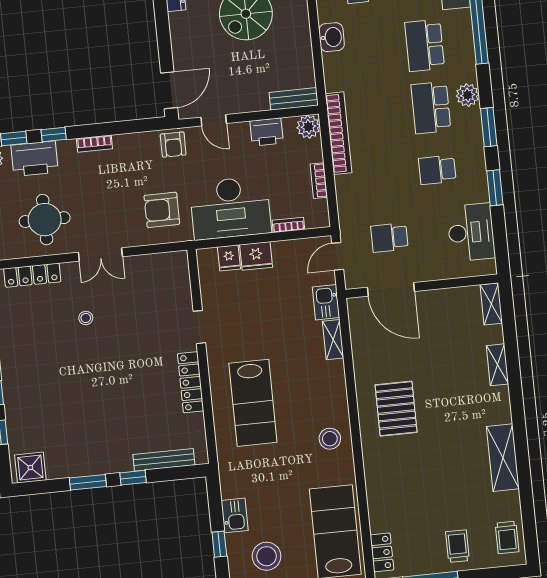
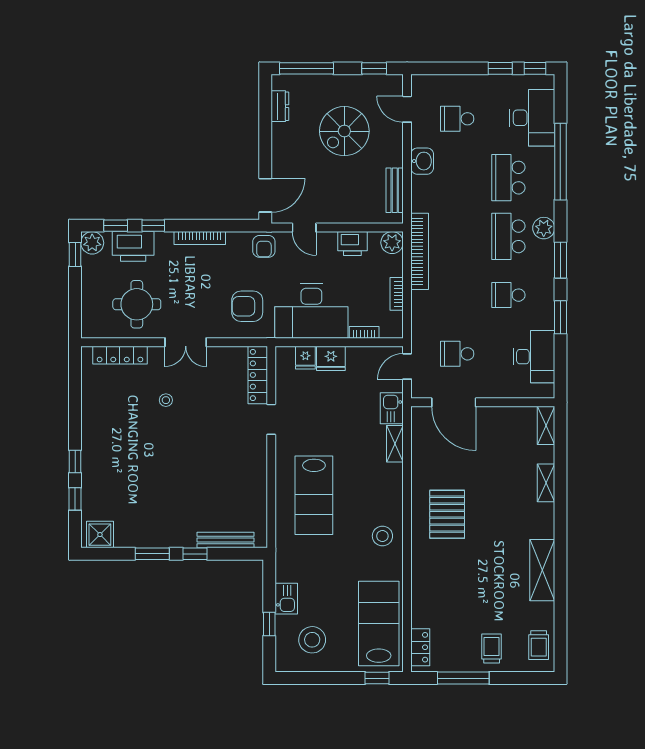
bench: (294, 99) -> (395, 190), moved, turned 90
bookcase: (94, 144) -> (200, 238), width x1.56
locker: (191, 382) -> (258, 375), moved

